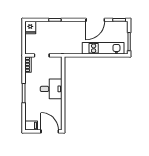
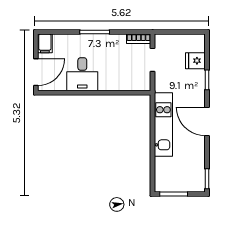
door: (95, 20) -> (207, 121), moved
fridge: (30, 27) -> (195, 61), moved
kitchen unit: (103, 48) -> (163, 124), moved
desk: (51, 89) -> (82, 74), moved

